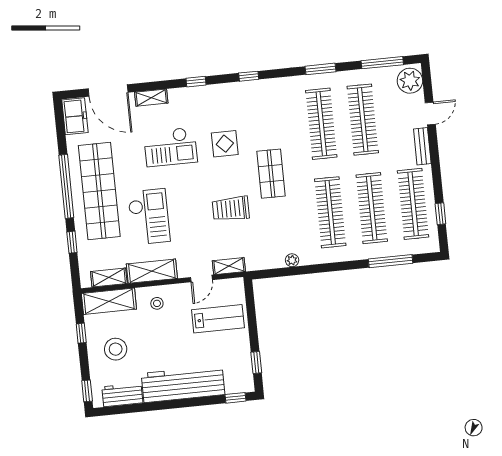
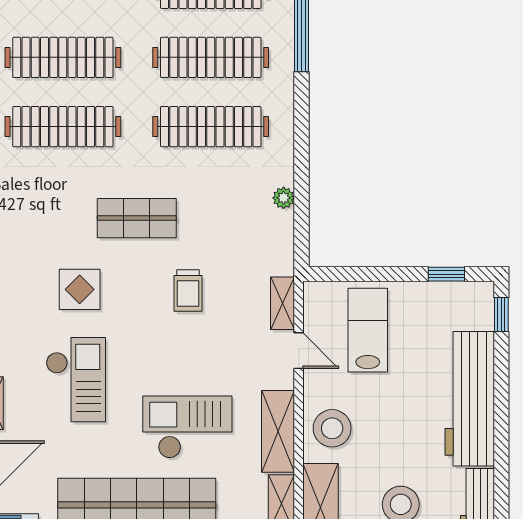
trolley: (231, 209) -> (188, 291), width x0.73, depth x0.72
stool: (157, 303) -> (332, 428), width x1.89, depth x1.89

